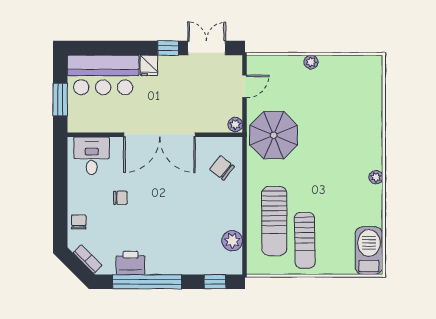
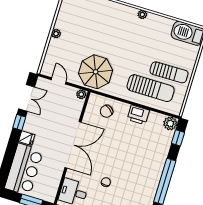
double door: (207, 48) -> (27, 98), swing flipped
plant: (232, 241) -> (170, 123), moved
printer: (131, 263) -> (138, 115), moved, turned -90

